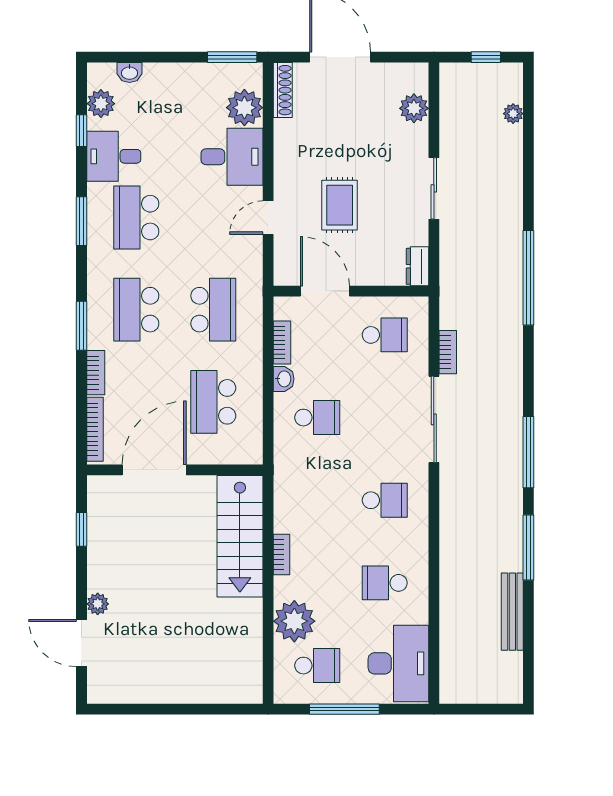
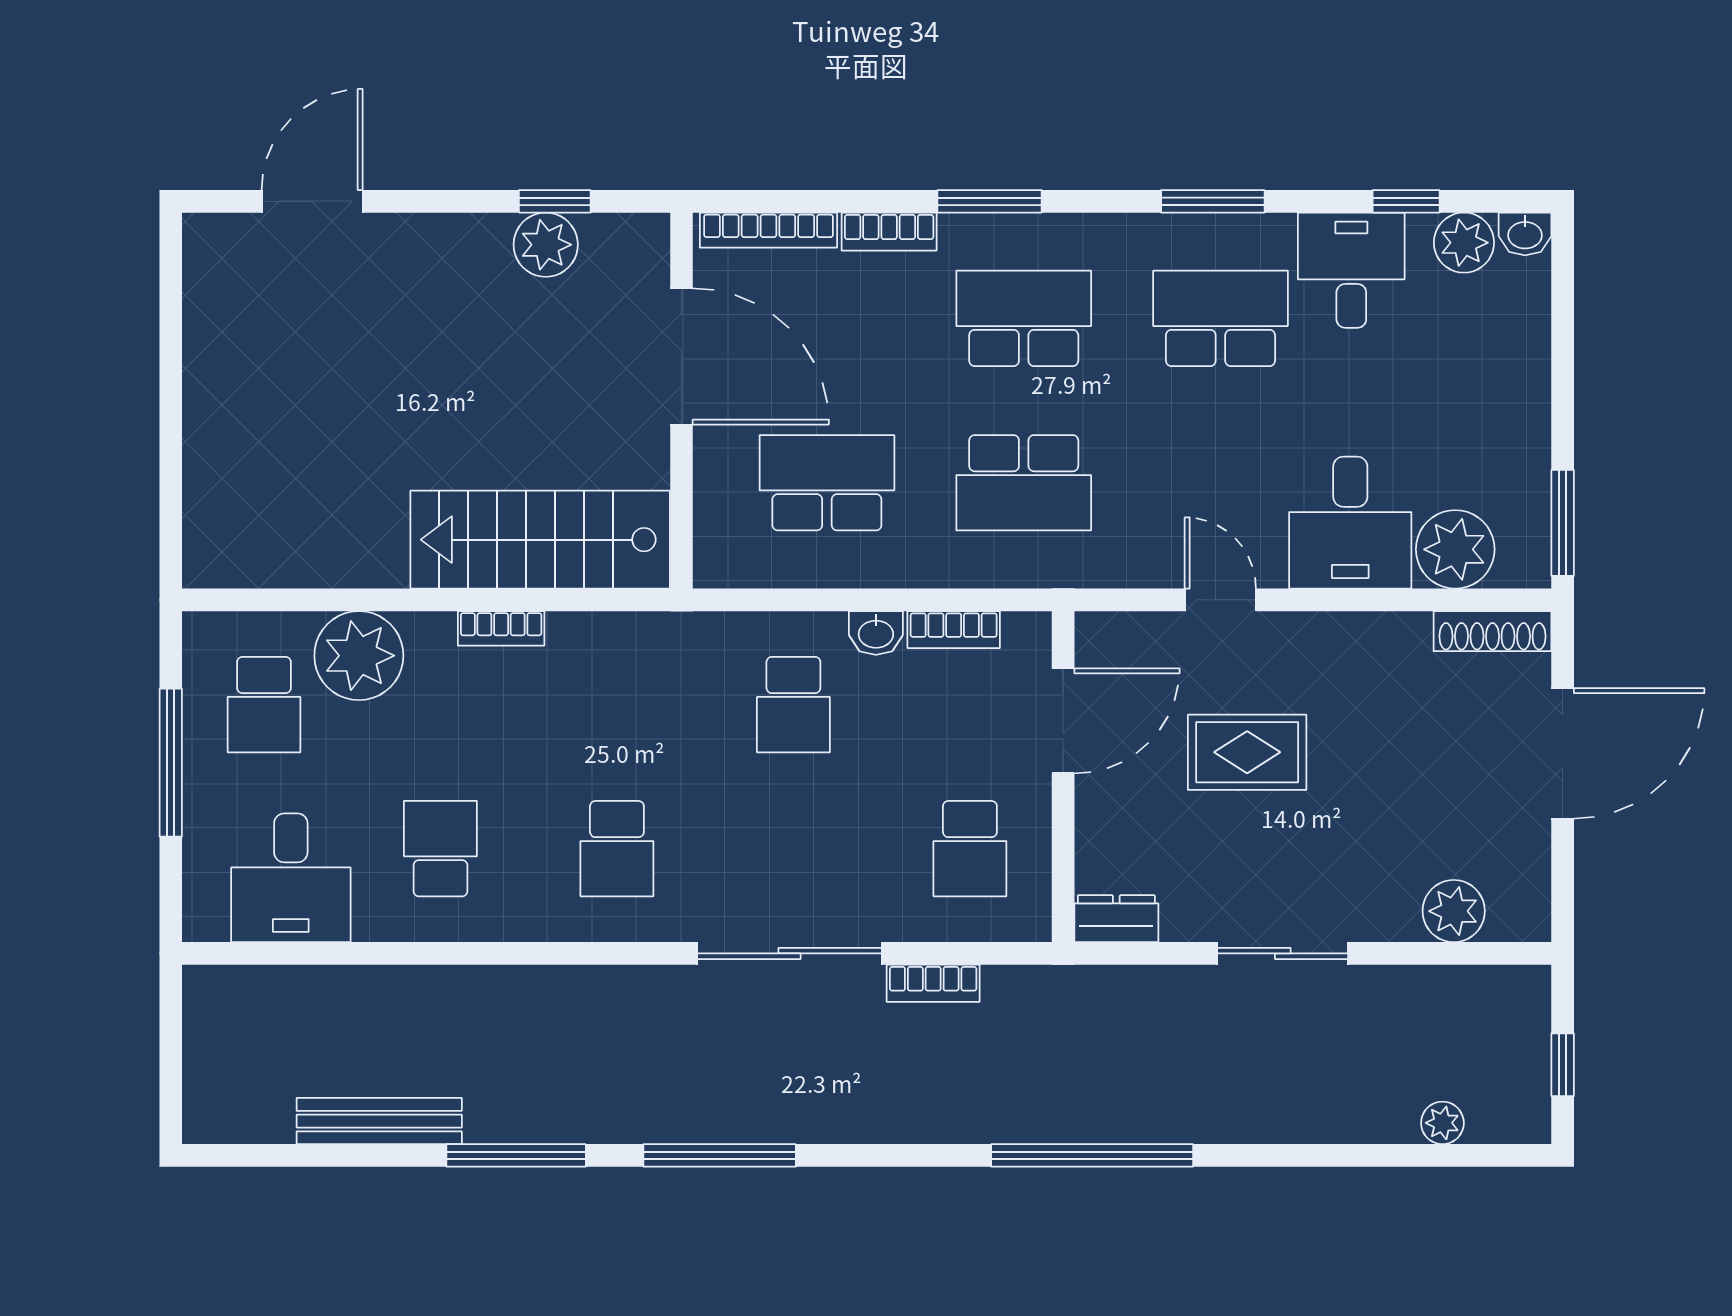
washbasin: (130, 73) -> (1525, 234), moved, turned -90
plant: (98, 604) -> (546, 245), moved, width x1.38, depth x1.38
desk: (398, 663) -> (291, 878), width x0.73

